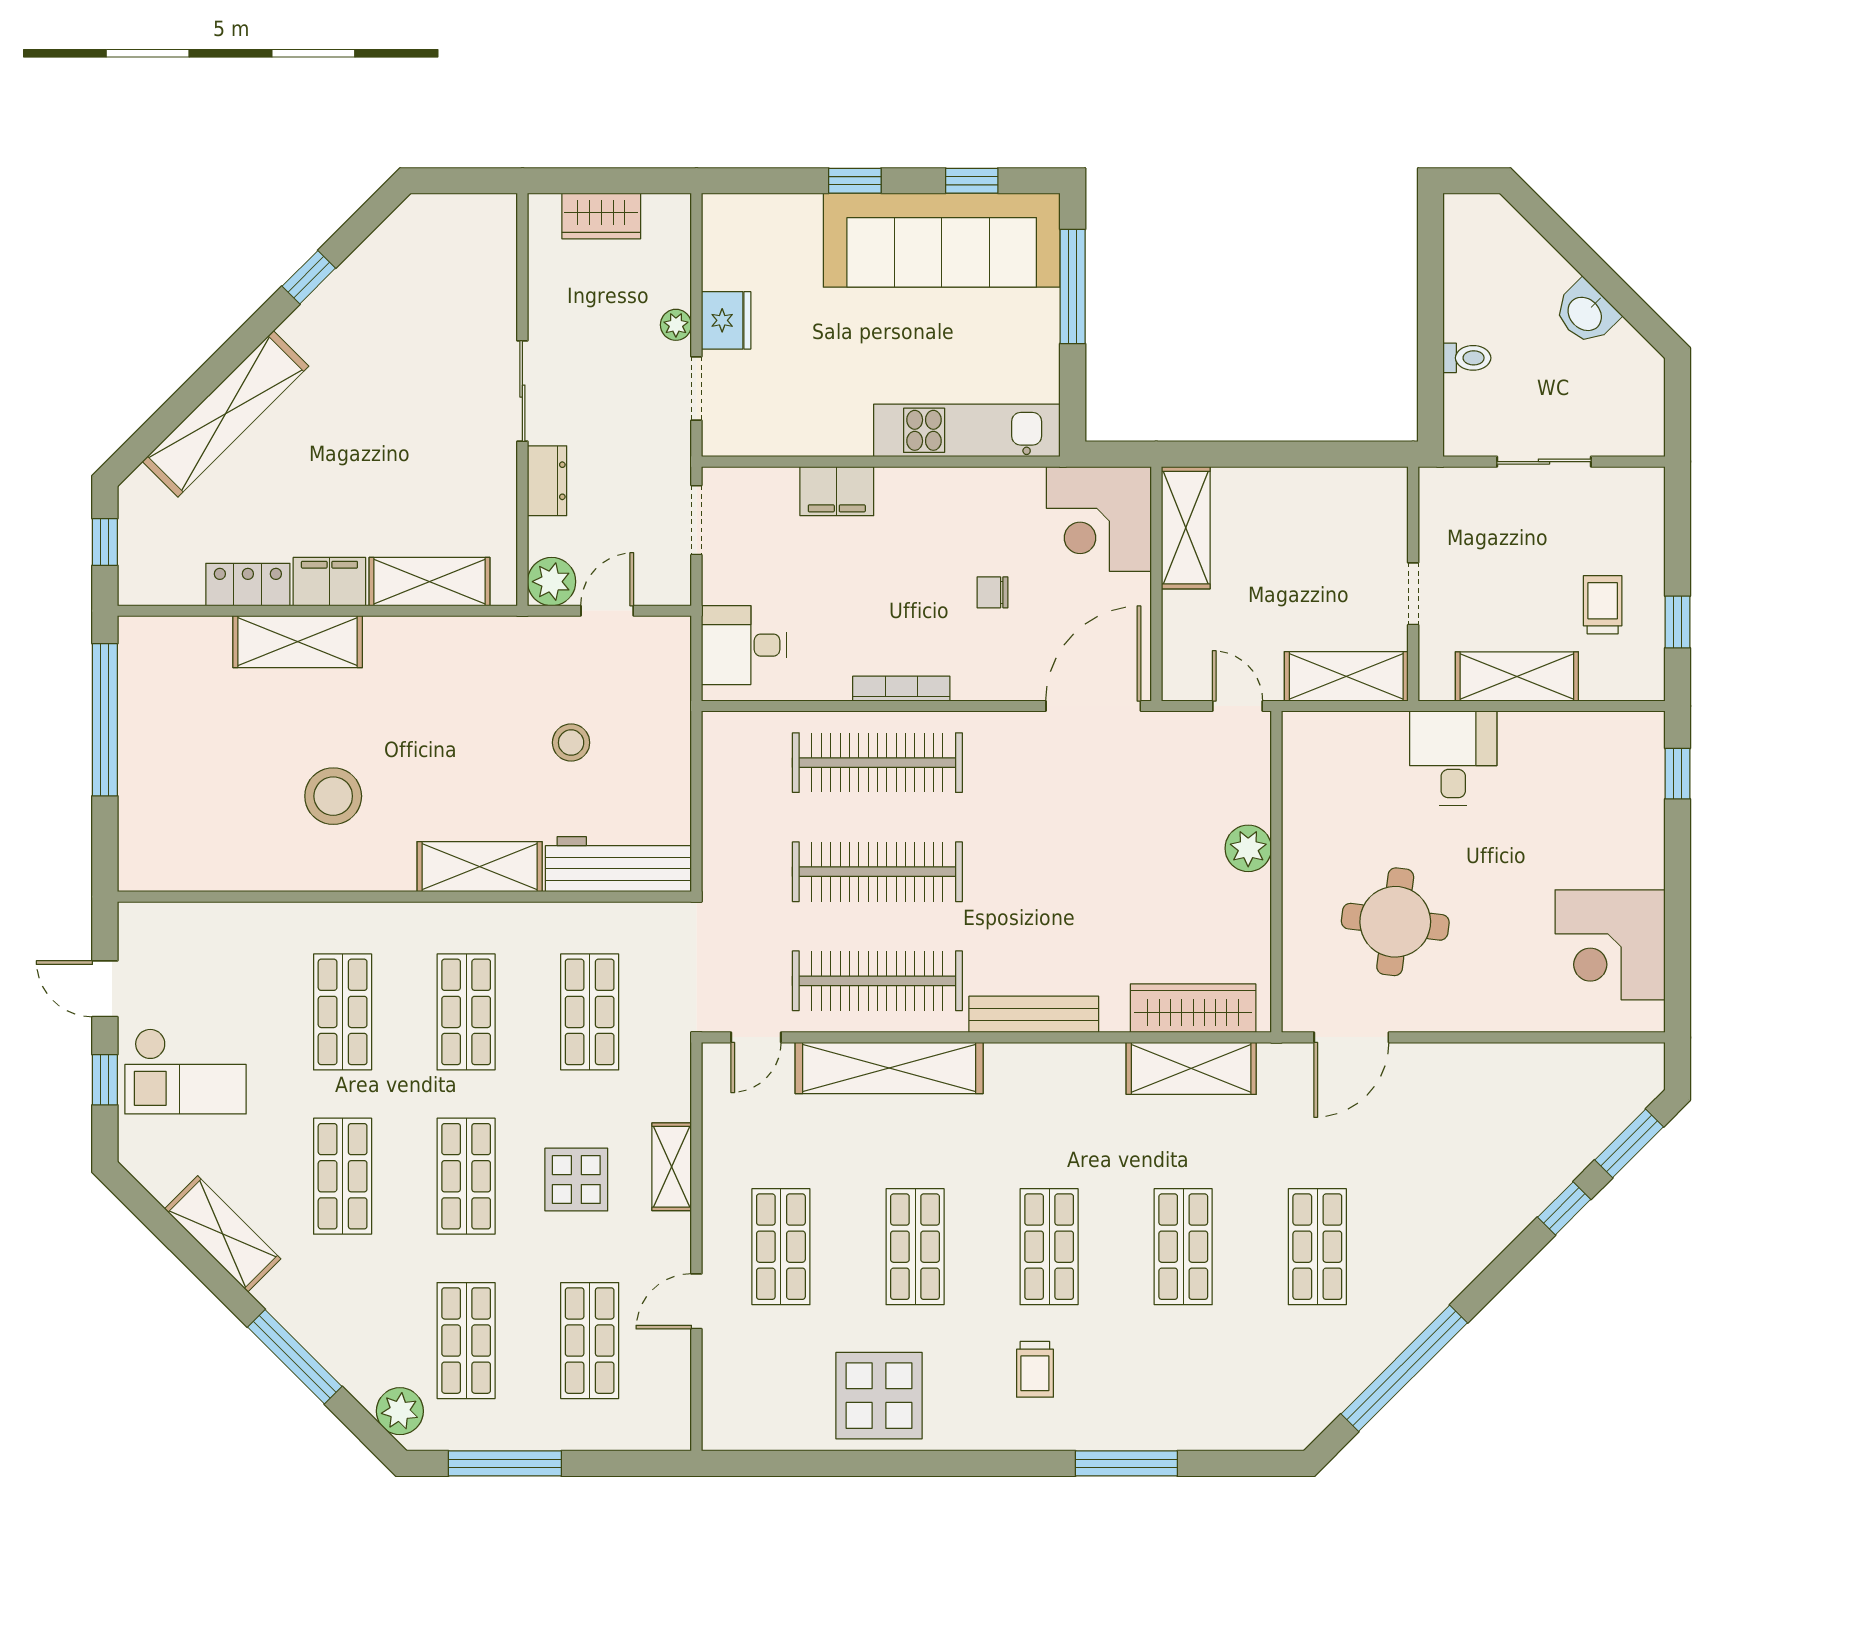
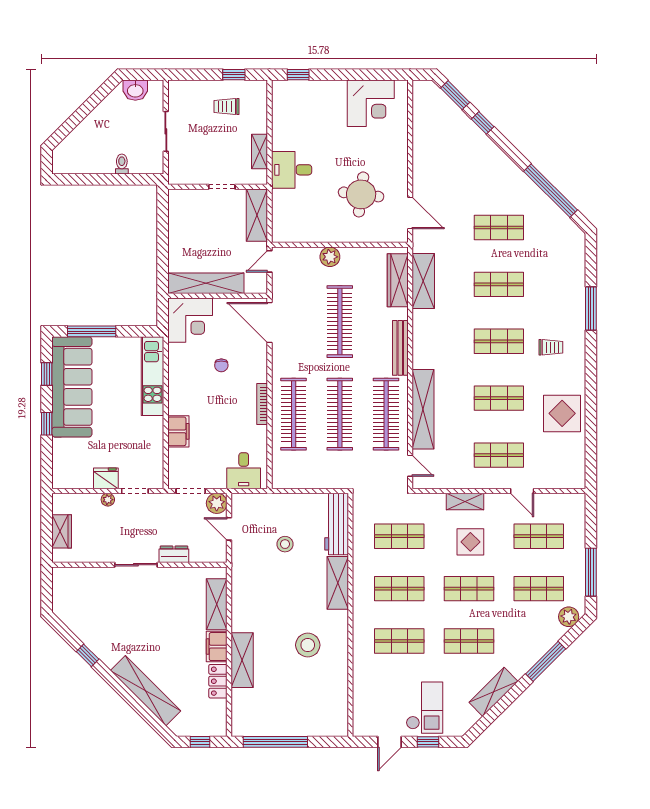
washbasin: (1586, 313) -> (135, 90), moved, turned 45
shelving: (1186, 528) -> (206, 283), width x1.47
plant: (552, 582) -> (217, 503), moved
shelving: (1517, 676) -> (260, 152), width x0.67, depth x0.75
clothes rail: (1096, 872) -> (340, 322), added

